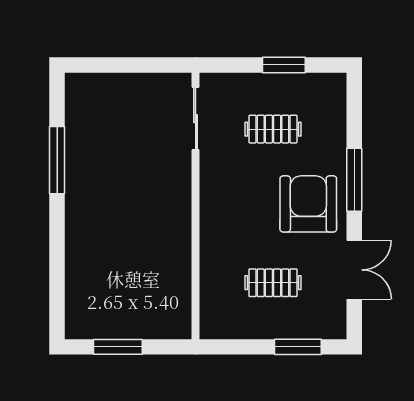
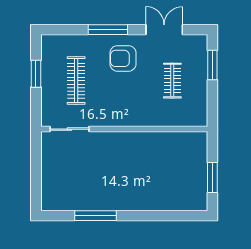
clothes rail: (273, 129) -> (76, 81), width x1.36
armchair: (308, 204) -> (123, 58), width x0.73, depth x0.73

